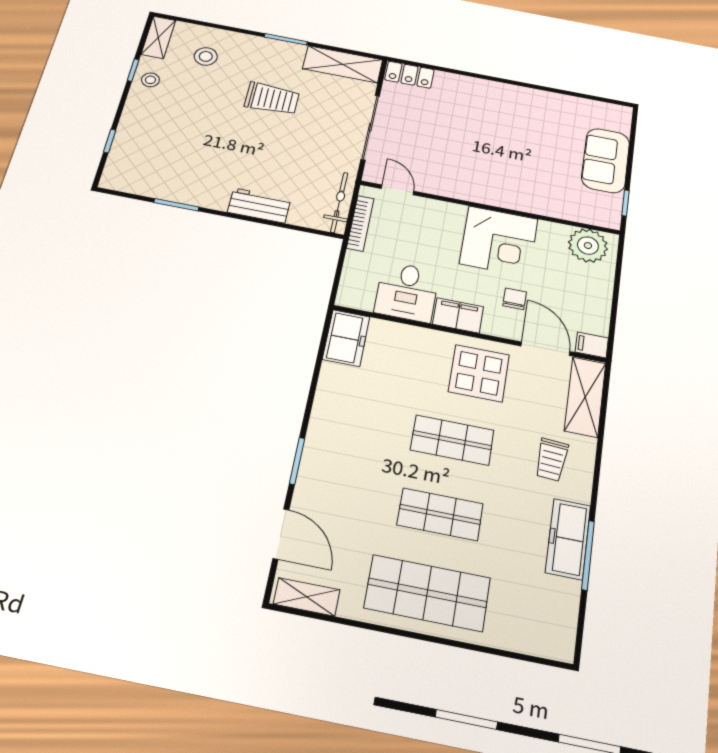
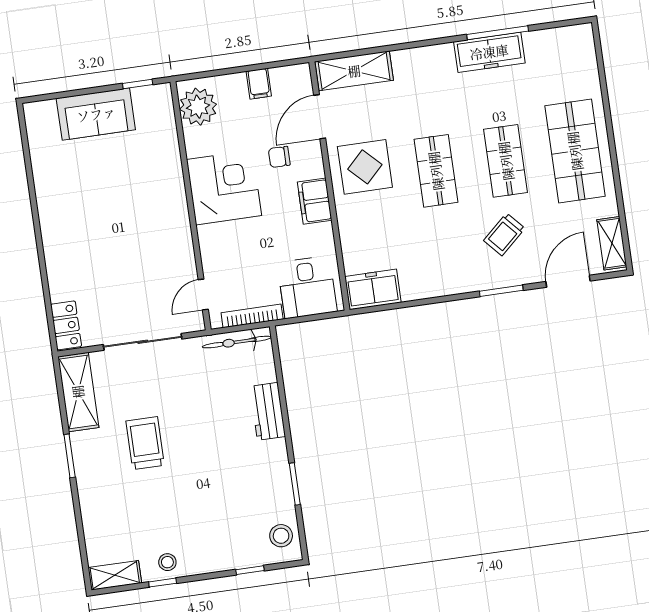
stool: (206, 56) -> (281, 536), moved
desk: (407, 292) -> (307, 287), moved, turned 90
filing cabinet: (592, 345) -> (259, 84), moved
trolley: (552, 460) -> (504, 234), moved, turned 134

